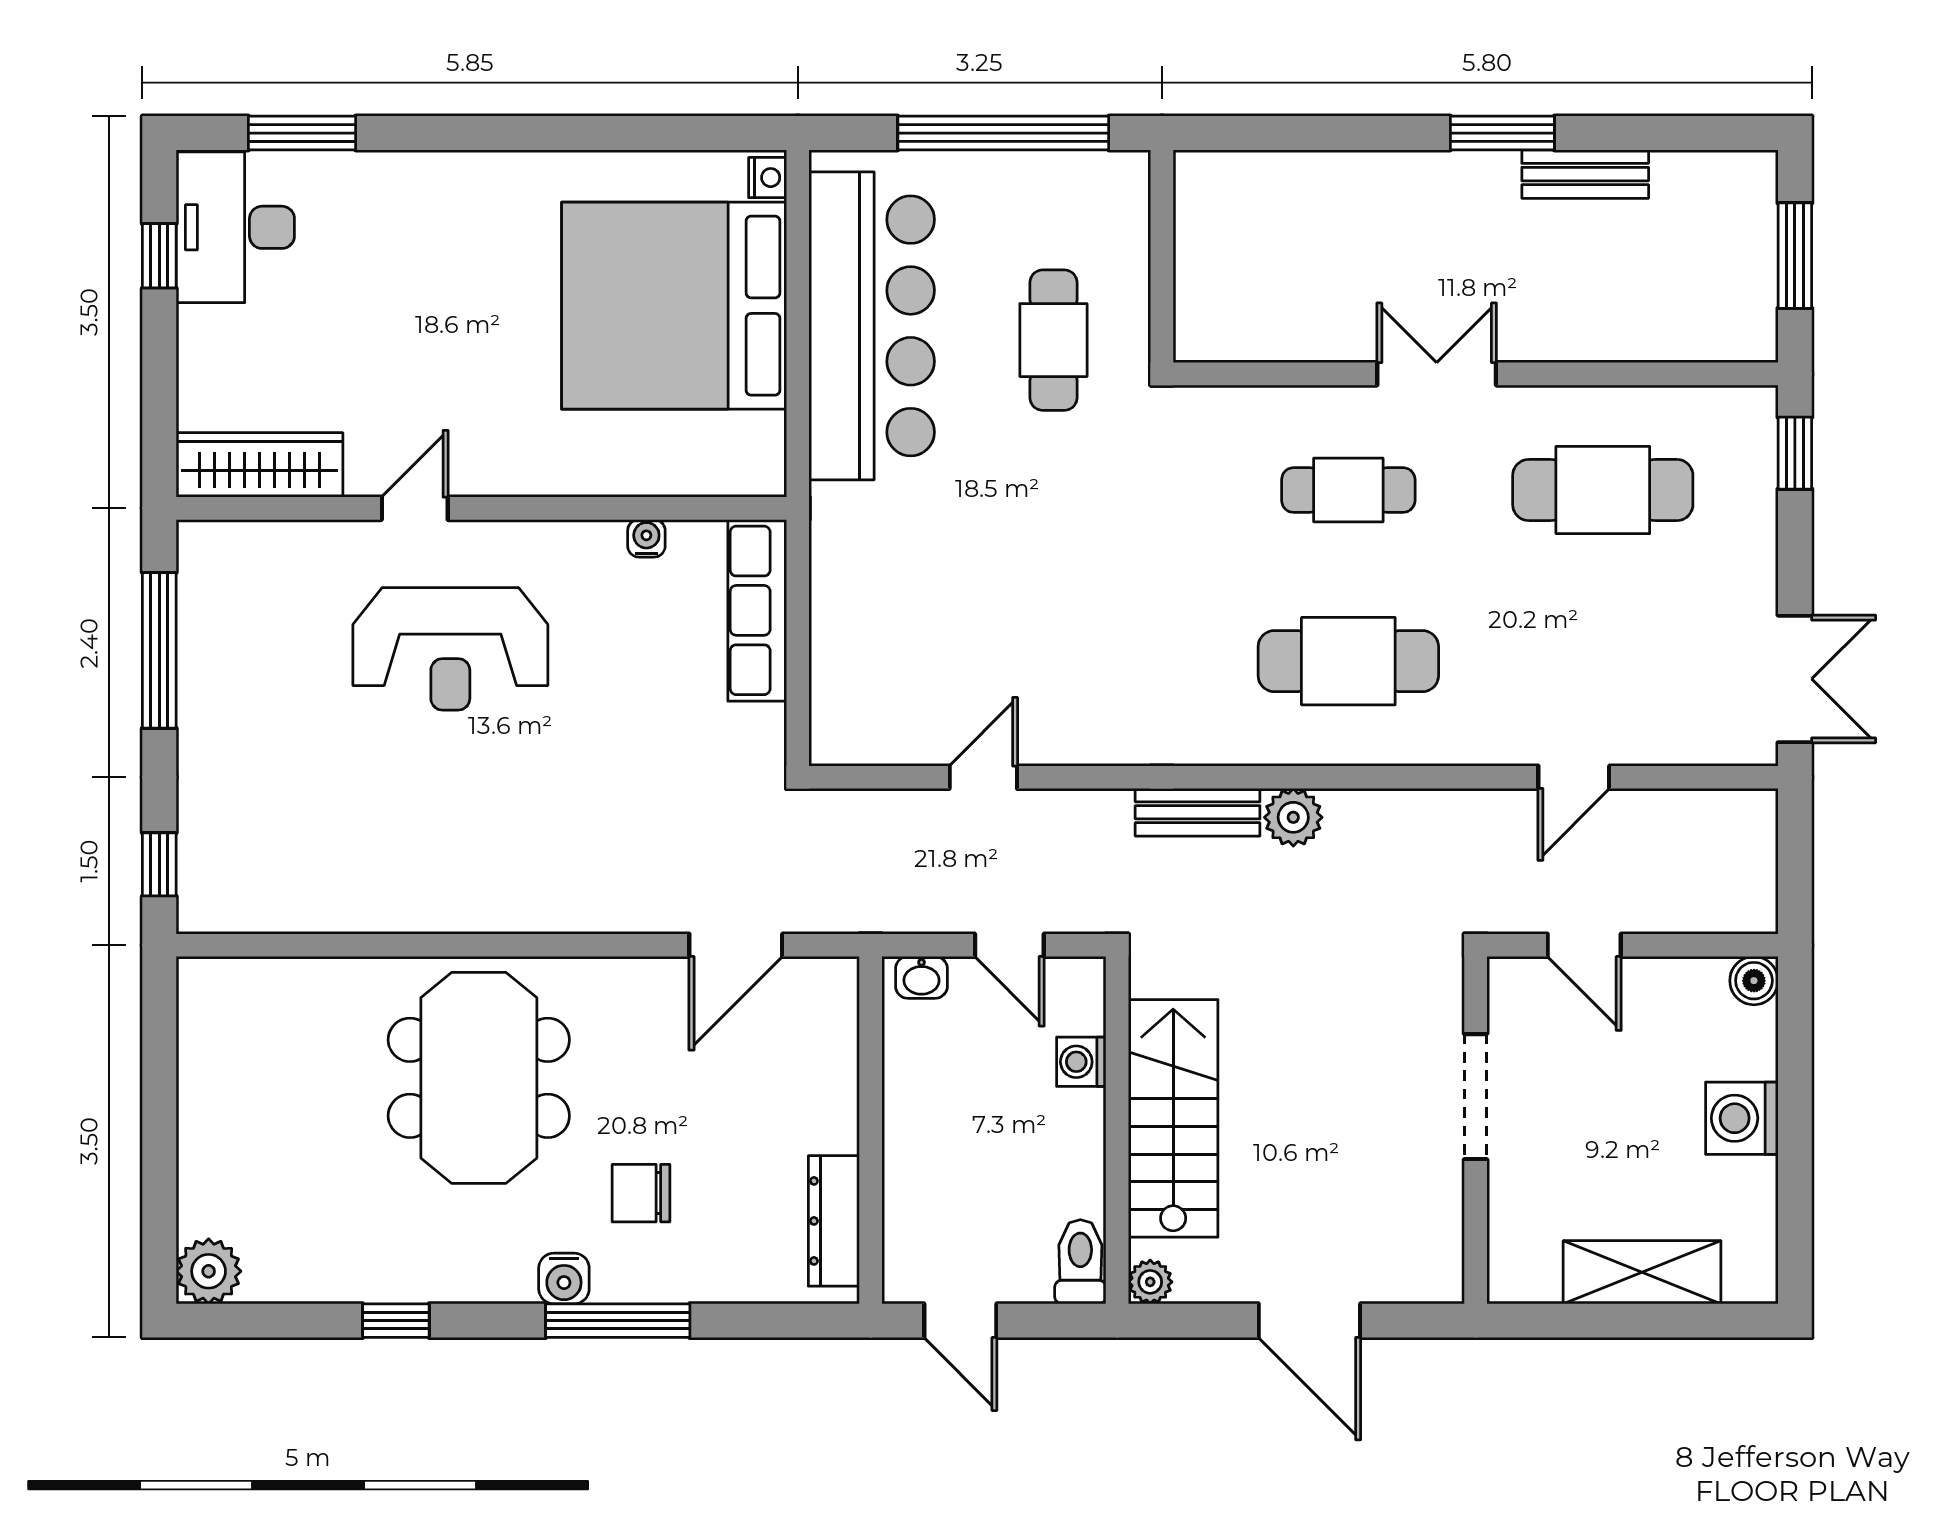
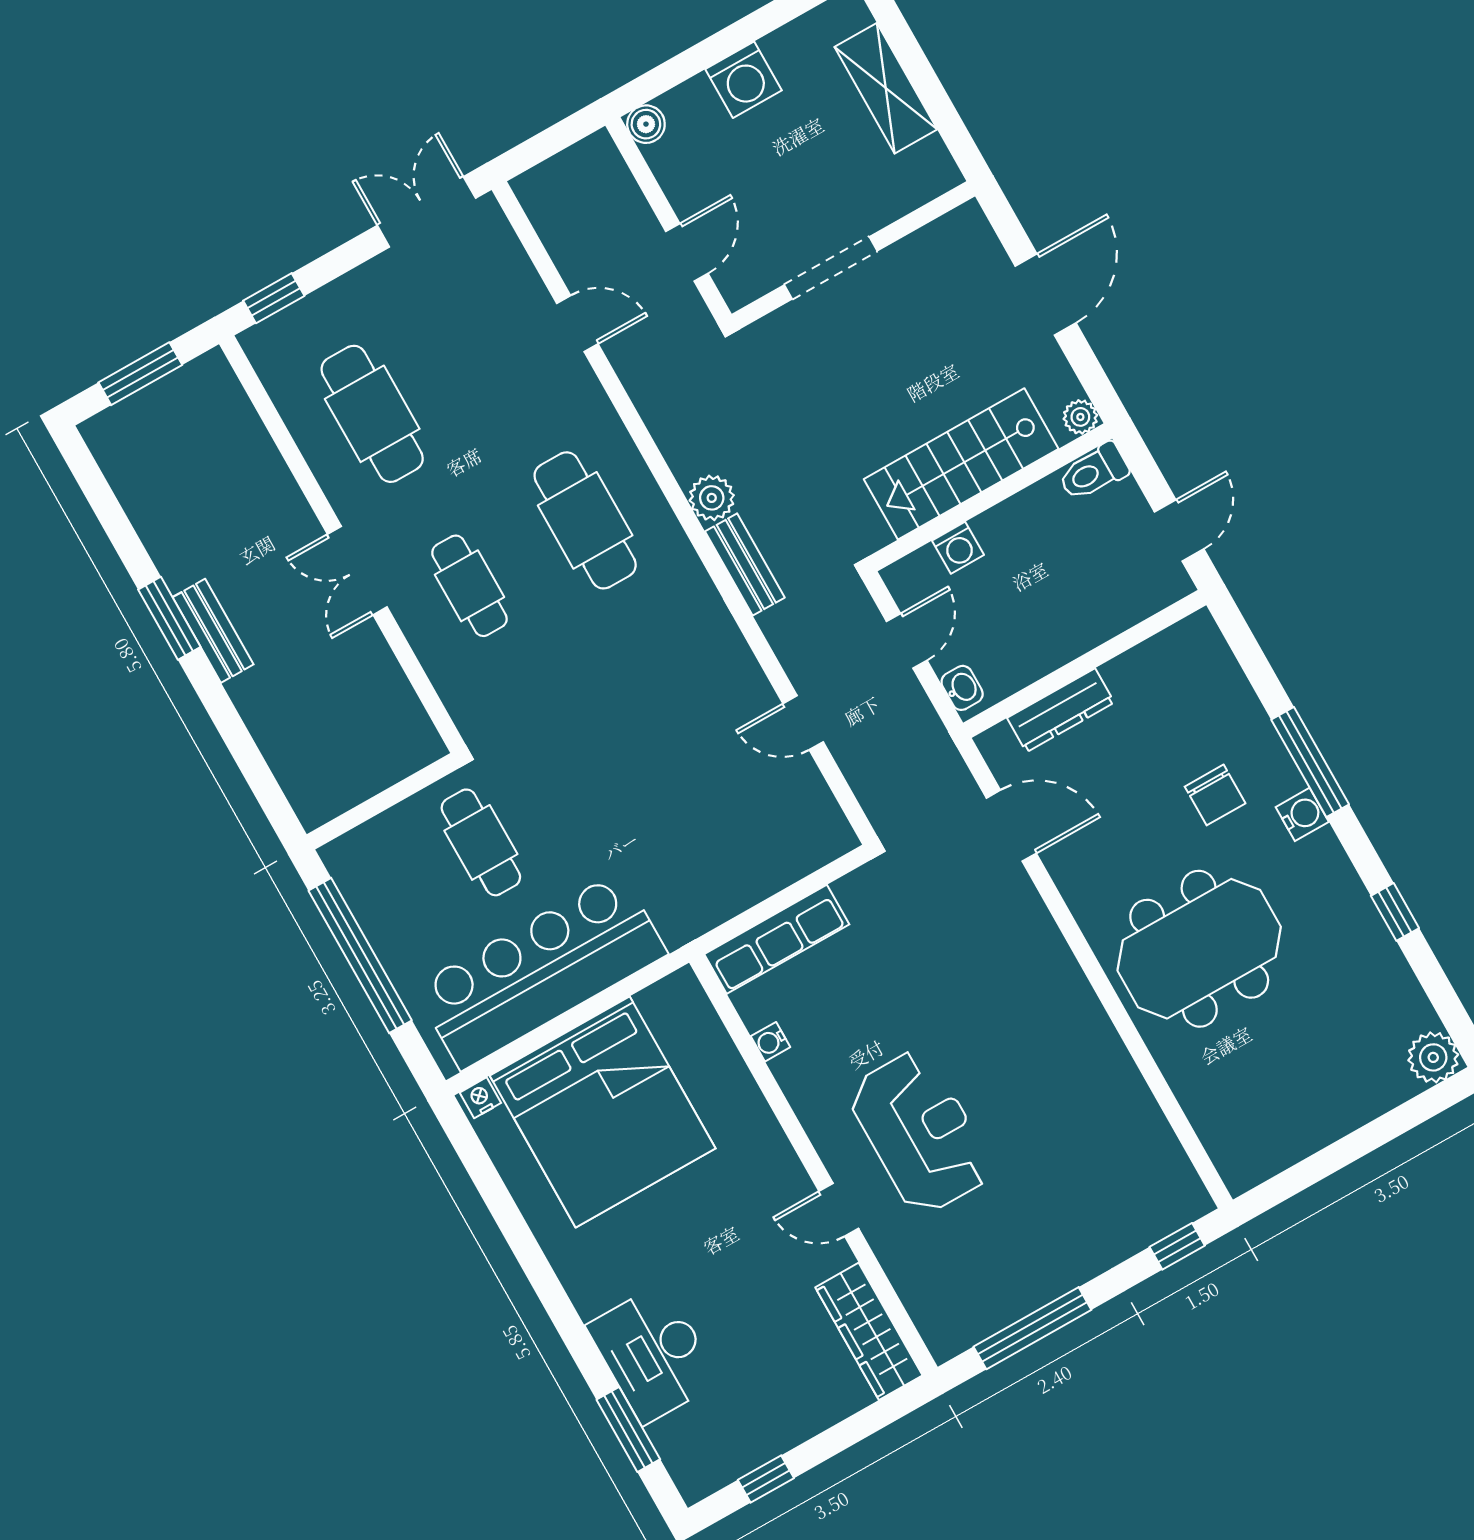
bench: (1585, 174) -> (213, 631), moved
desk: (235, 227) -> (653, 1354), moved, turned 90
cafe table: (1053, 340) -> (481, 842), turned 90
dresser: (834, 1221) -> (1061, 710), moved

